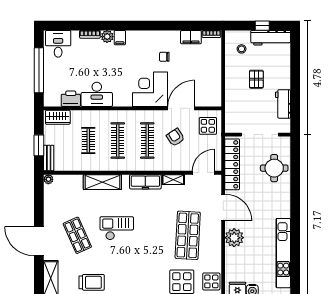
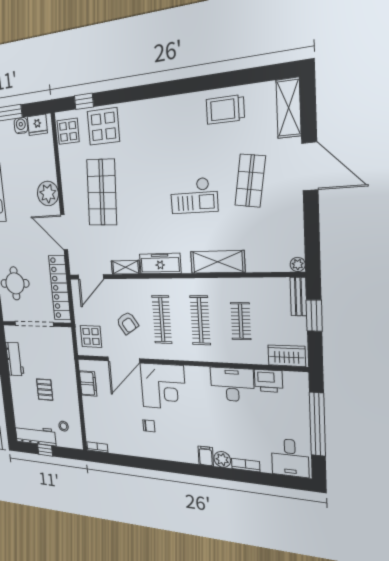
filing cabinet: (191, 37) -> (88, 383), moved, turned 90
shop shelf: (77, 235) -> (250, 181), turned 33

